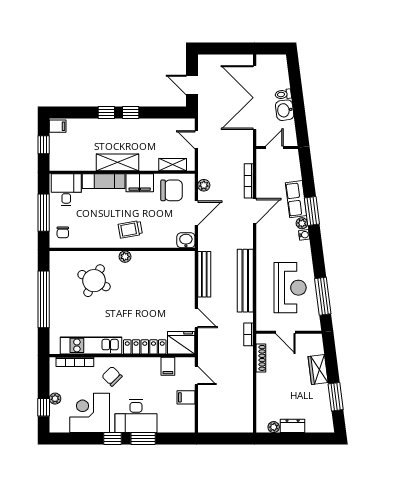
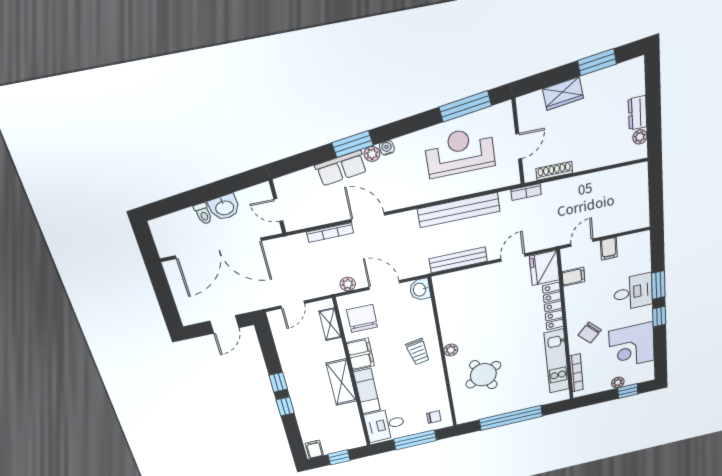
round table: (94, 281) -> (483, 375), turned 35
desk: (136, 416) -> (633, 292), width x0.73

